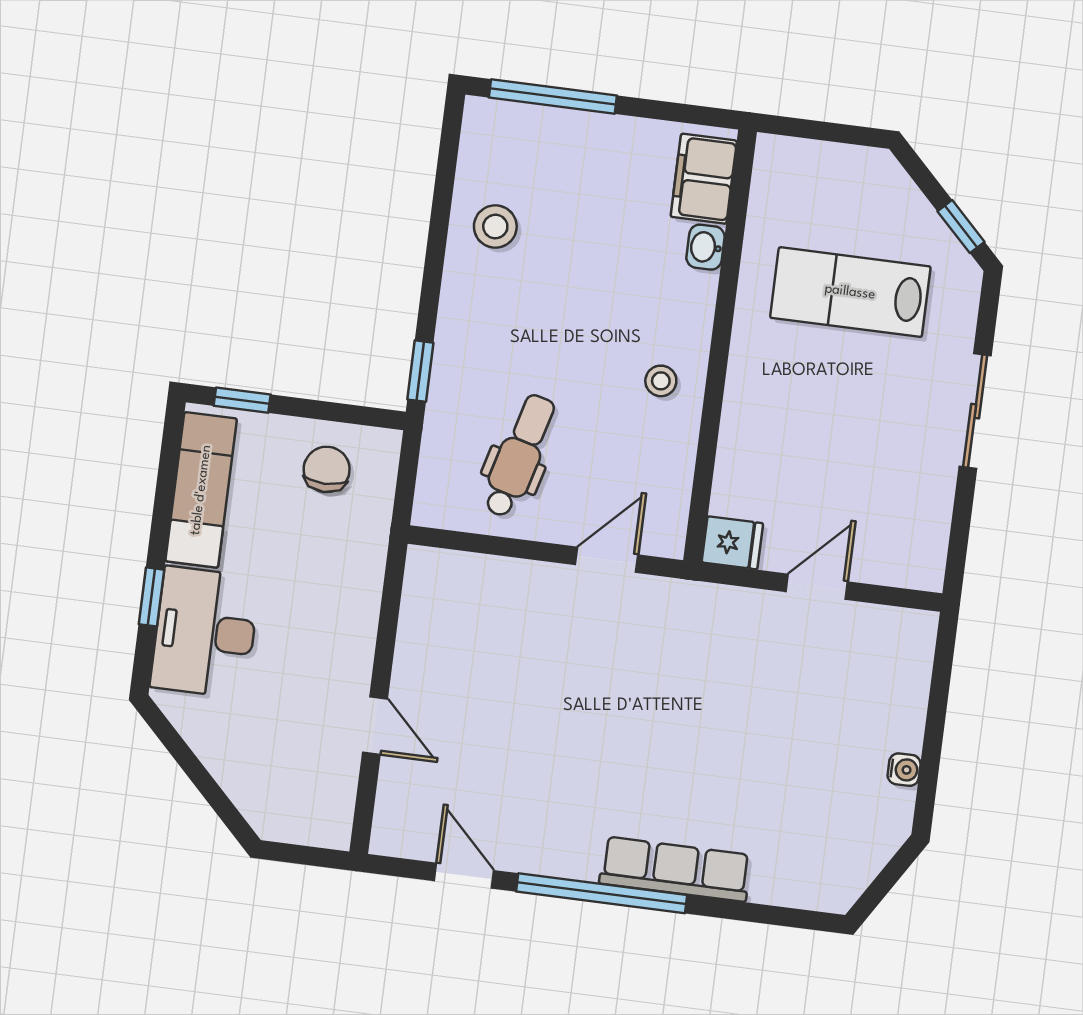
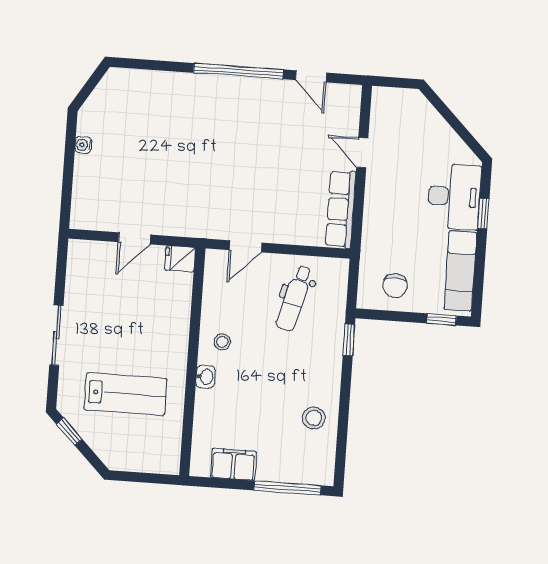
filing cabinet: (704, 179) -> (233, 464), moved, turned -90
washbasin: (705, 247) -> (205, 377), moved
row of seats: (675, 869) -> (341, 209), moved, turned 90

